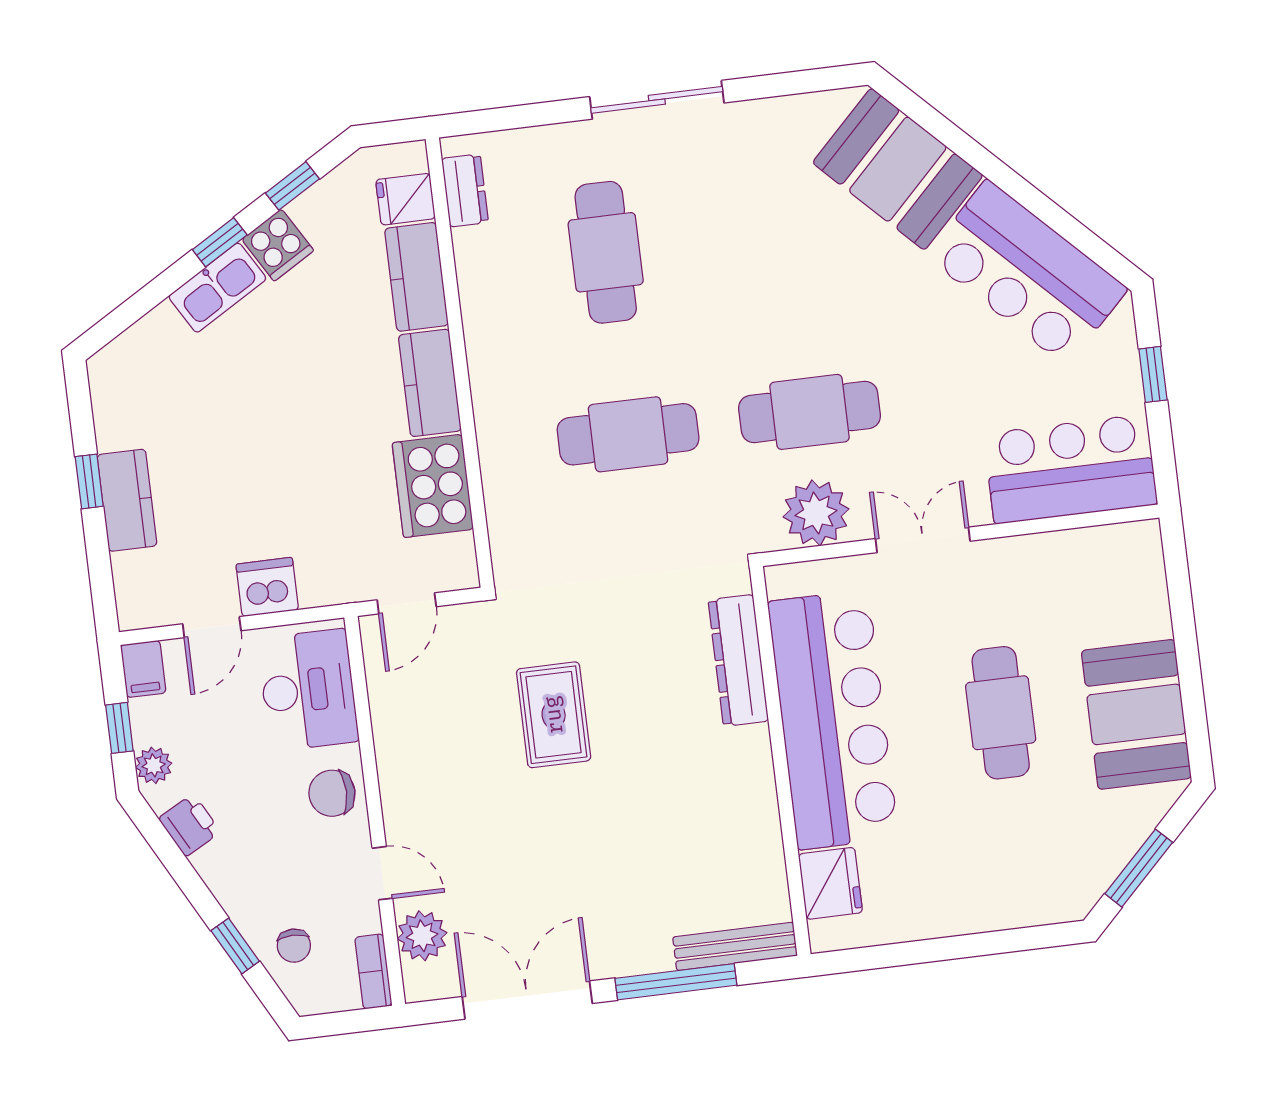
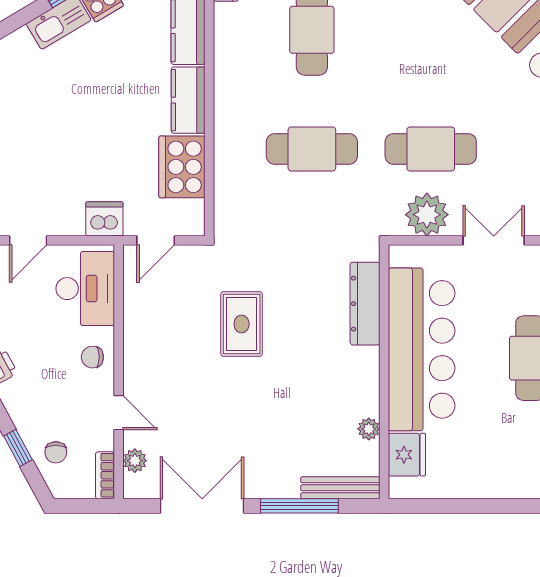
dishwasher: (267, 587) -> (104, 219), moved
chair: (332, 793) -> (92, 357), width x0.73, depth x0.73
plant: (767, 851) -> (369, 429), added
plant: (422, 936) -> (135, 461), width x0.73, depth x0.73

